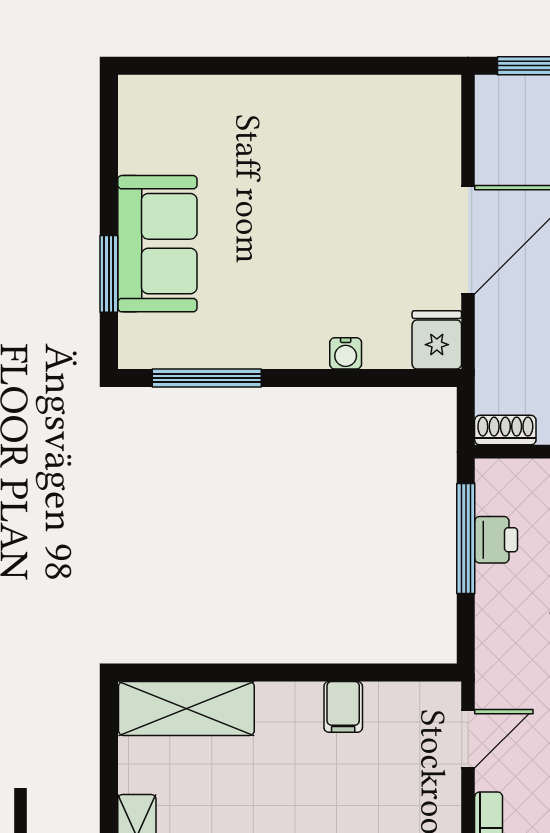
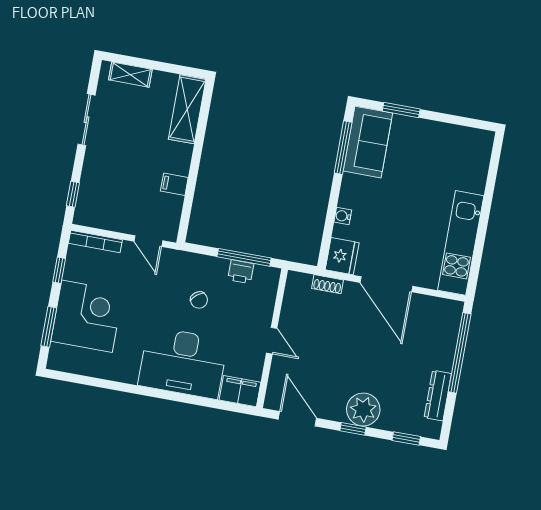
kitchen unit: (357, 104) -> (461, 243), added
sofa: (157, 244) -> (368, 142), moved, turned -90
fridge: (437, 340) -> (342, 256), width x1.38
shoe rack: (505, 430) -> (327, 284), moved, turned 90

